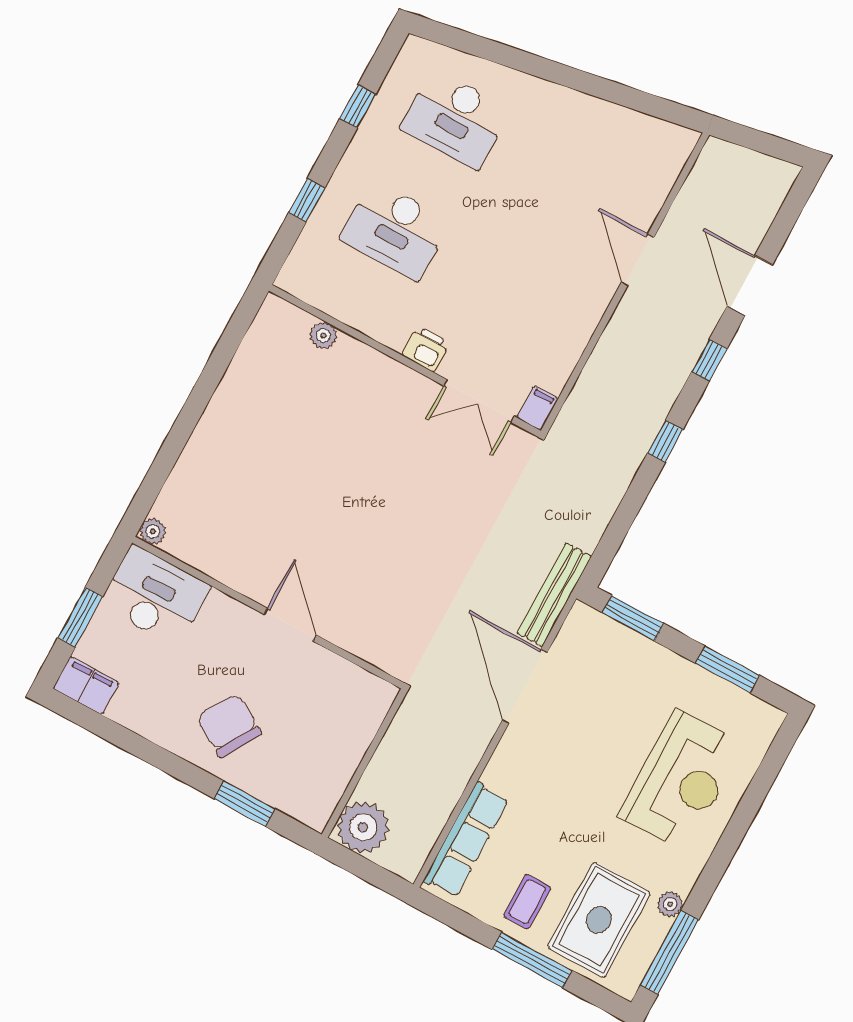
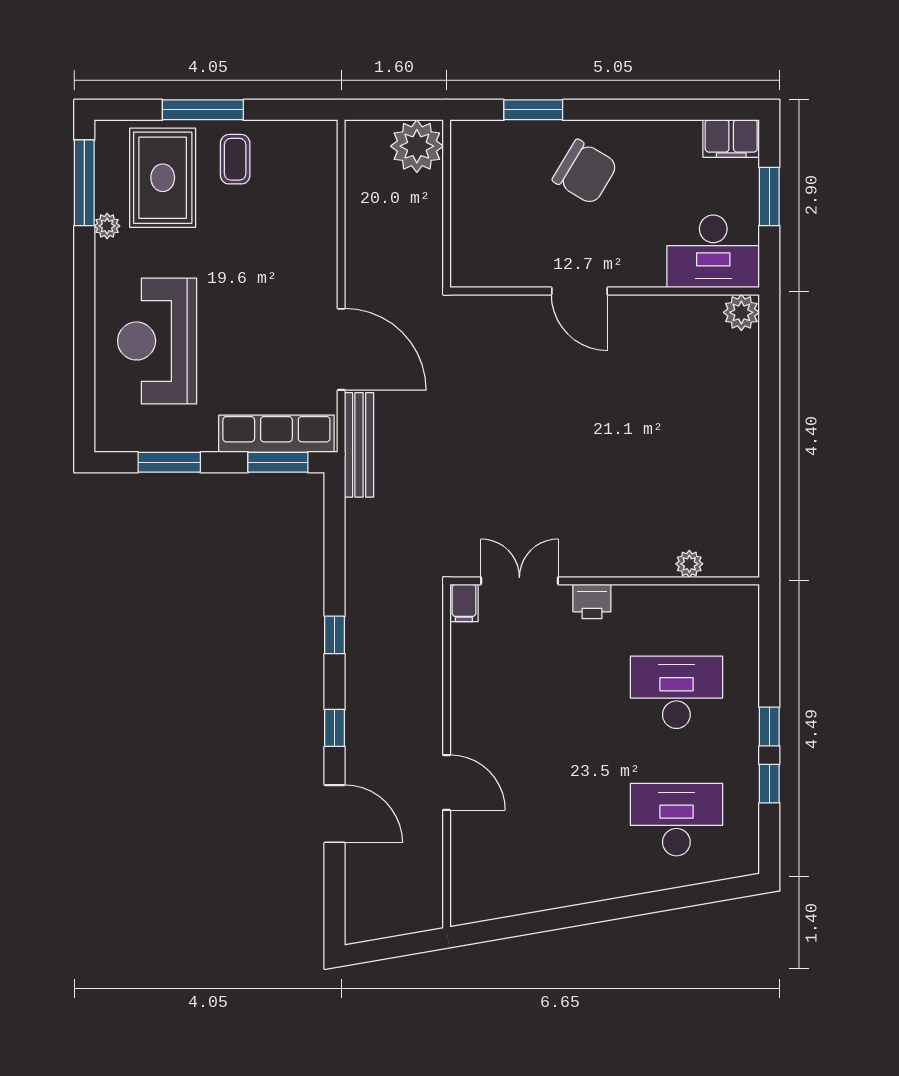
window: (307, 200) -> (769, 727), moved
plant: (153, 532) -> (741, 312), width x1.38, depth x1.38
row of seats: (466, 840) -> (276, 434), moved, turned 90

